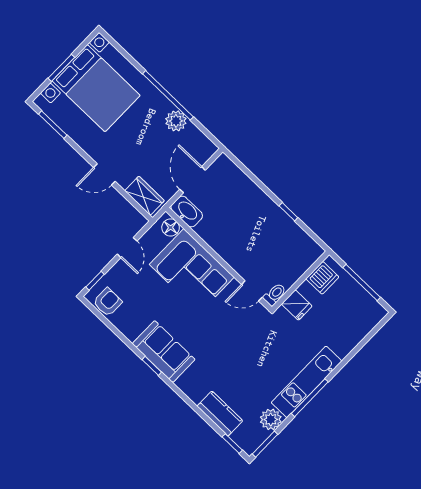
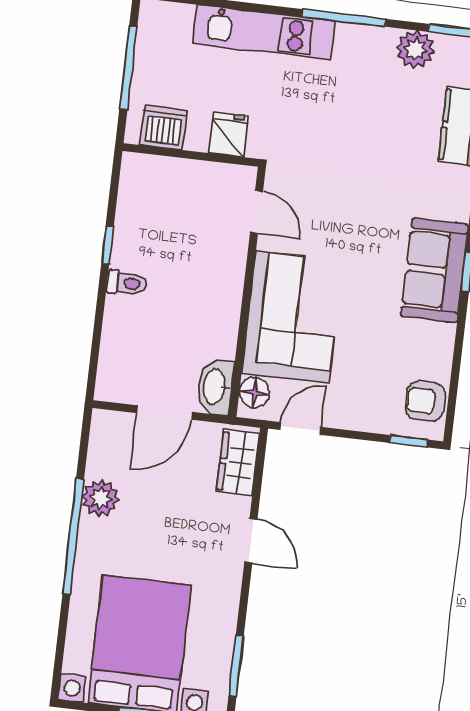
door: (127, 248) -> (300, 428), moved
toilet: (275, 294) -> (127, 283), moved, turned 180
kitchen unit: (306, 382) -> (264, 32), moved

